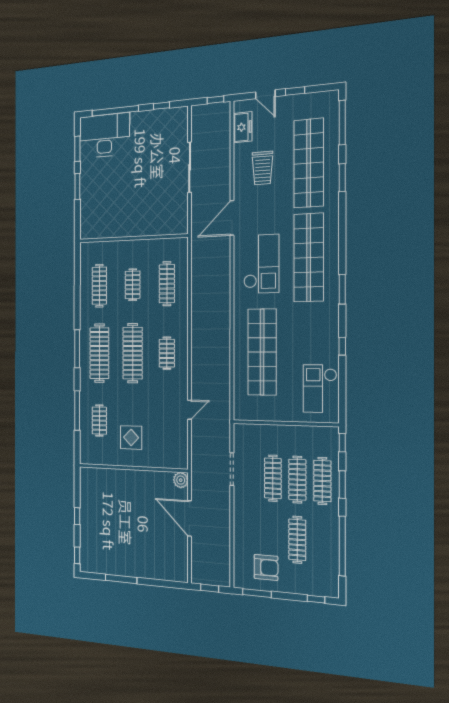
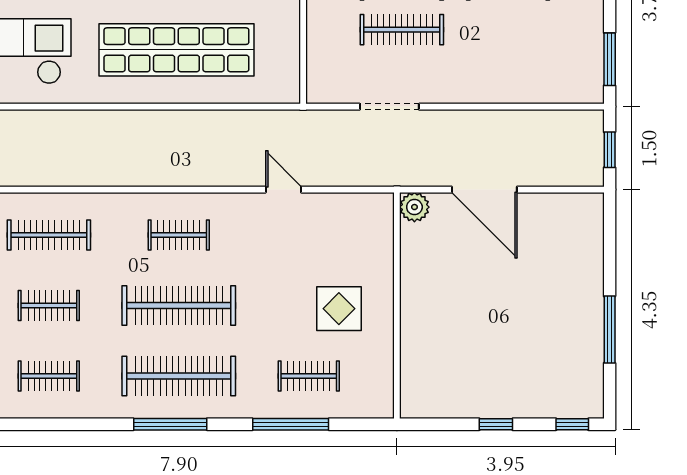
clothes rail: (99, 286) -> (49, 376), width x0.73
door: (189, 518) -> (484, 190), hinge flipped
armchair: (266, 567) -> (562, 42), removed

